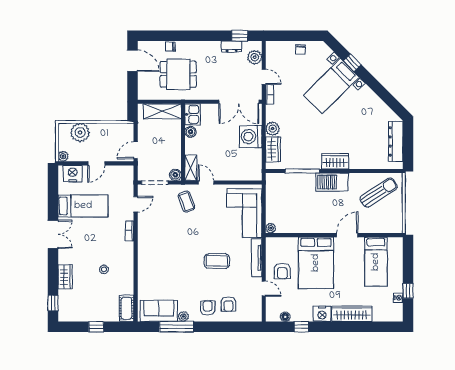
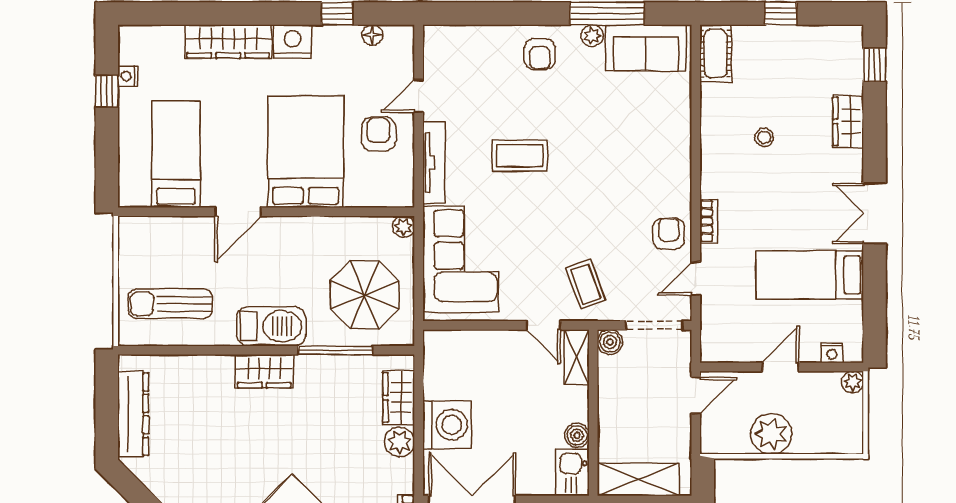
plant: (80, 132) -> (771, 434), moved
nightstand: (73, 174) -> (832, 353), width x0.53, depth x0.56
sun lounger: (379, 193) -> (170, 304), turned 33
parasol: (289, 197) -> (365, 295), added
door: (264, 289) -> (419, 96), hinge flipped
armchair: (228, 304) -> (669, 234), moved

